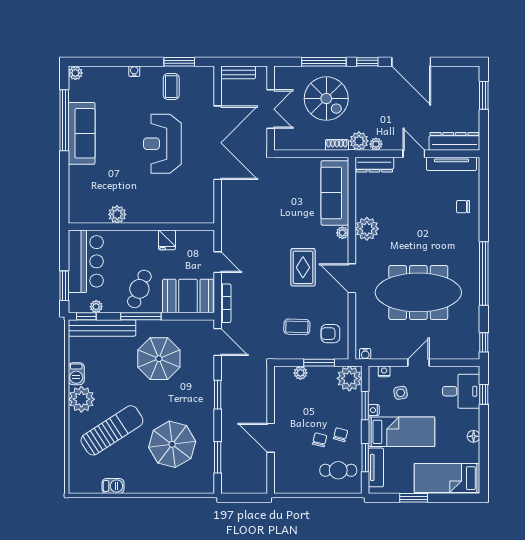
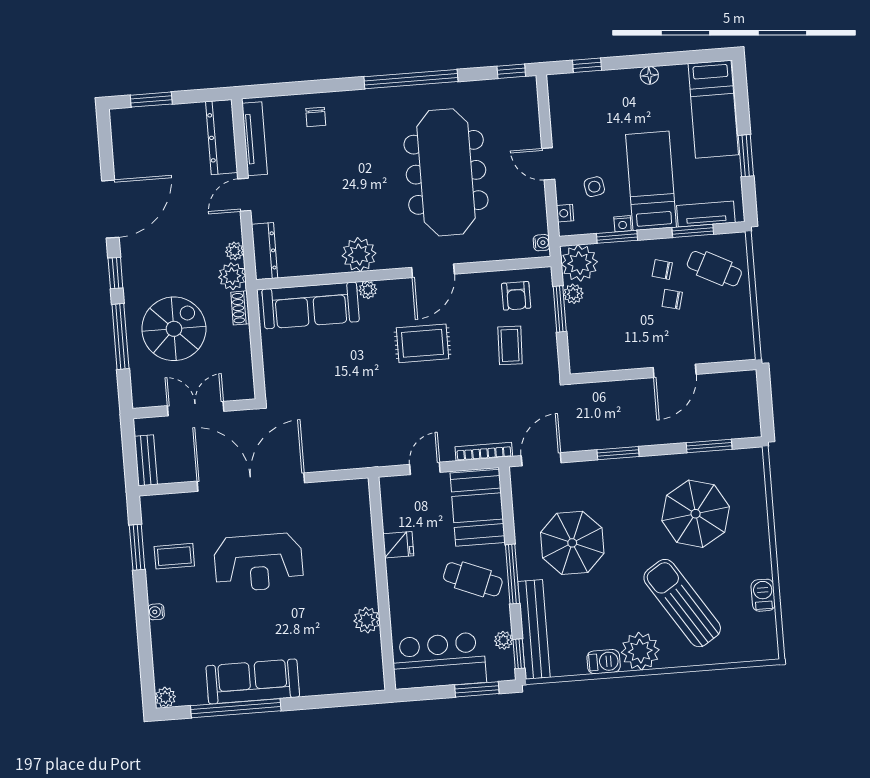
plant: (300, 373) -> (573, 294), moved
desk: (461, 391) -> (585, 99), removed
cafe table: (338, 470) -> (714, 269), turned -63

